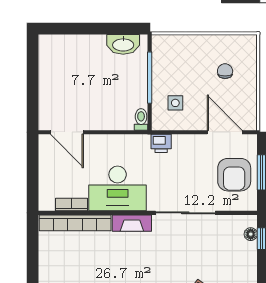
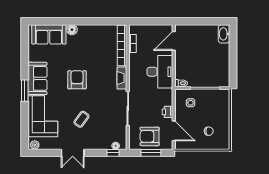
washbasin: (123, 44) -> (224, 34), moved
door: (225, 132) -> (174, 131), hinge flipped
printer: (161, 143) -> (167, 112), moved
desk: (118, 188) -> (160, 72), moved, turned 180

